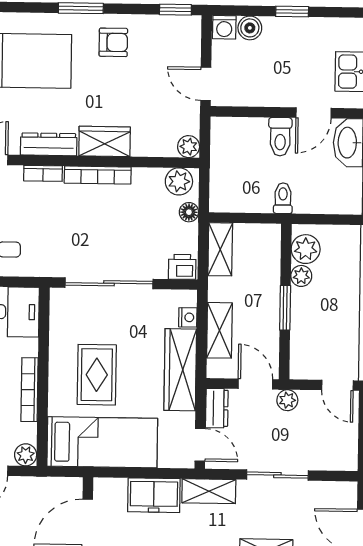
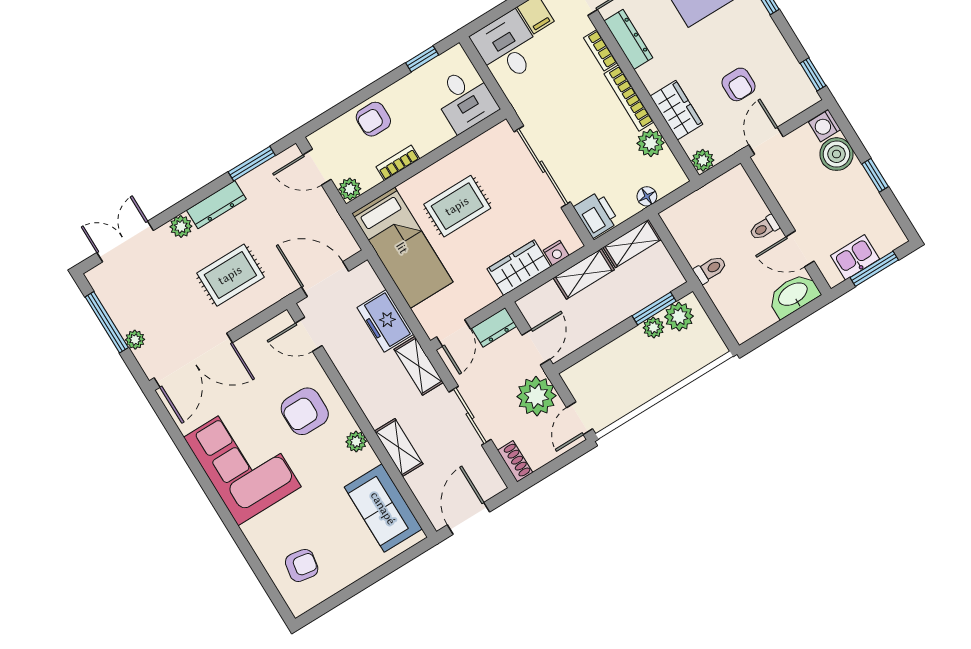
boiler: (250, 28) -> (837, 154), width x1.36, depth x1.36
armchair: (113, 42) -> (738, 84), moved
toilet: (280, 137) -> (764, 228), width x0.73, depth x0.72
wardrobe: (105, 141) -> (676, 110), moved
plant: (179, 181) -> (651, 143), moved
printer: (182, 267) -> (596, 215), width x1.36, depth x1.24
window: (285, 308) -> (654, 308), moved
shelving: (219, 330) -> (584, 274), moved
wardrobe: (180, 370) -> (519, 268), width x0.67
bookcase: (30, 390) -> (398, 163), width x0.64
plant: (287, 400) -> (536, 396), width x1.87, depth x1.87
shoe rack: (339, 462) -> (515, 461), added

